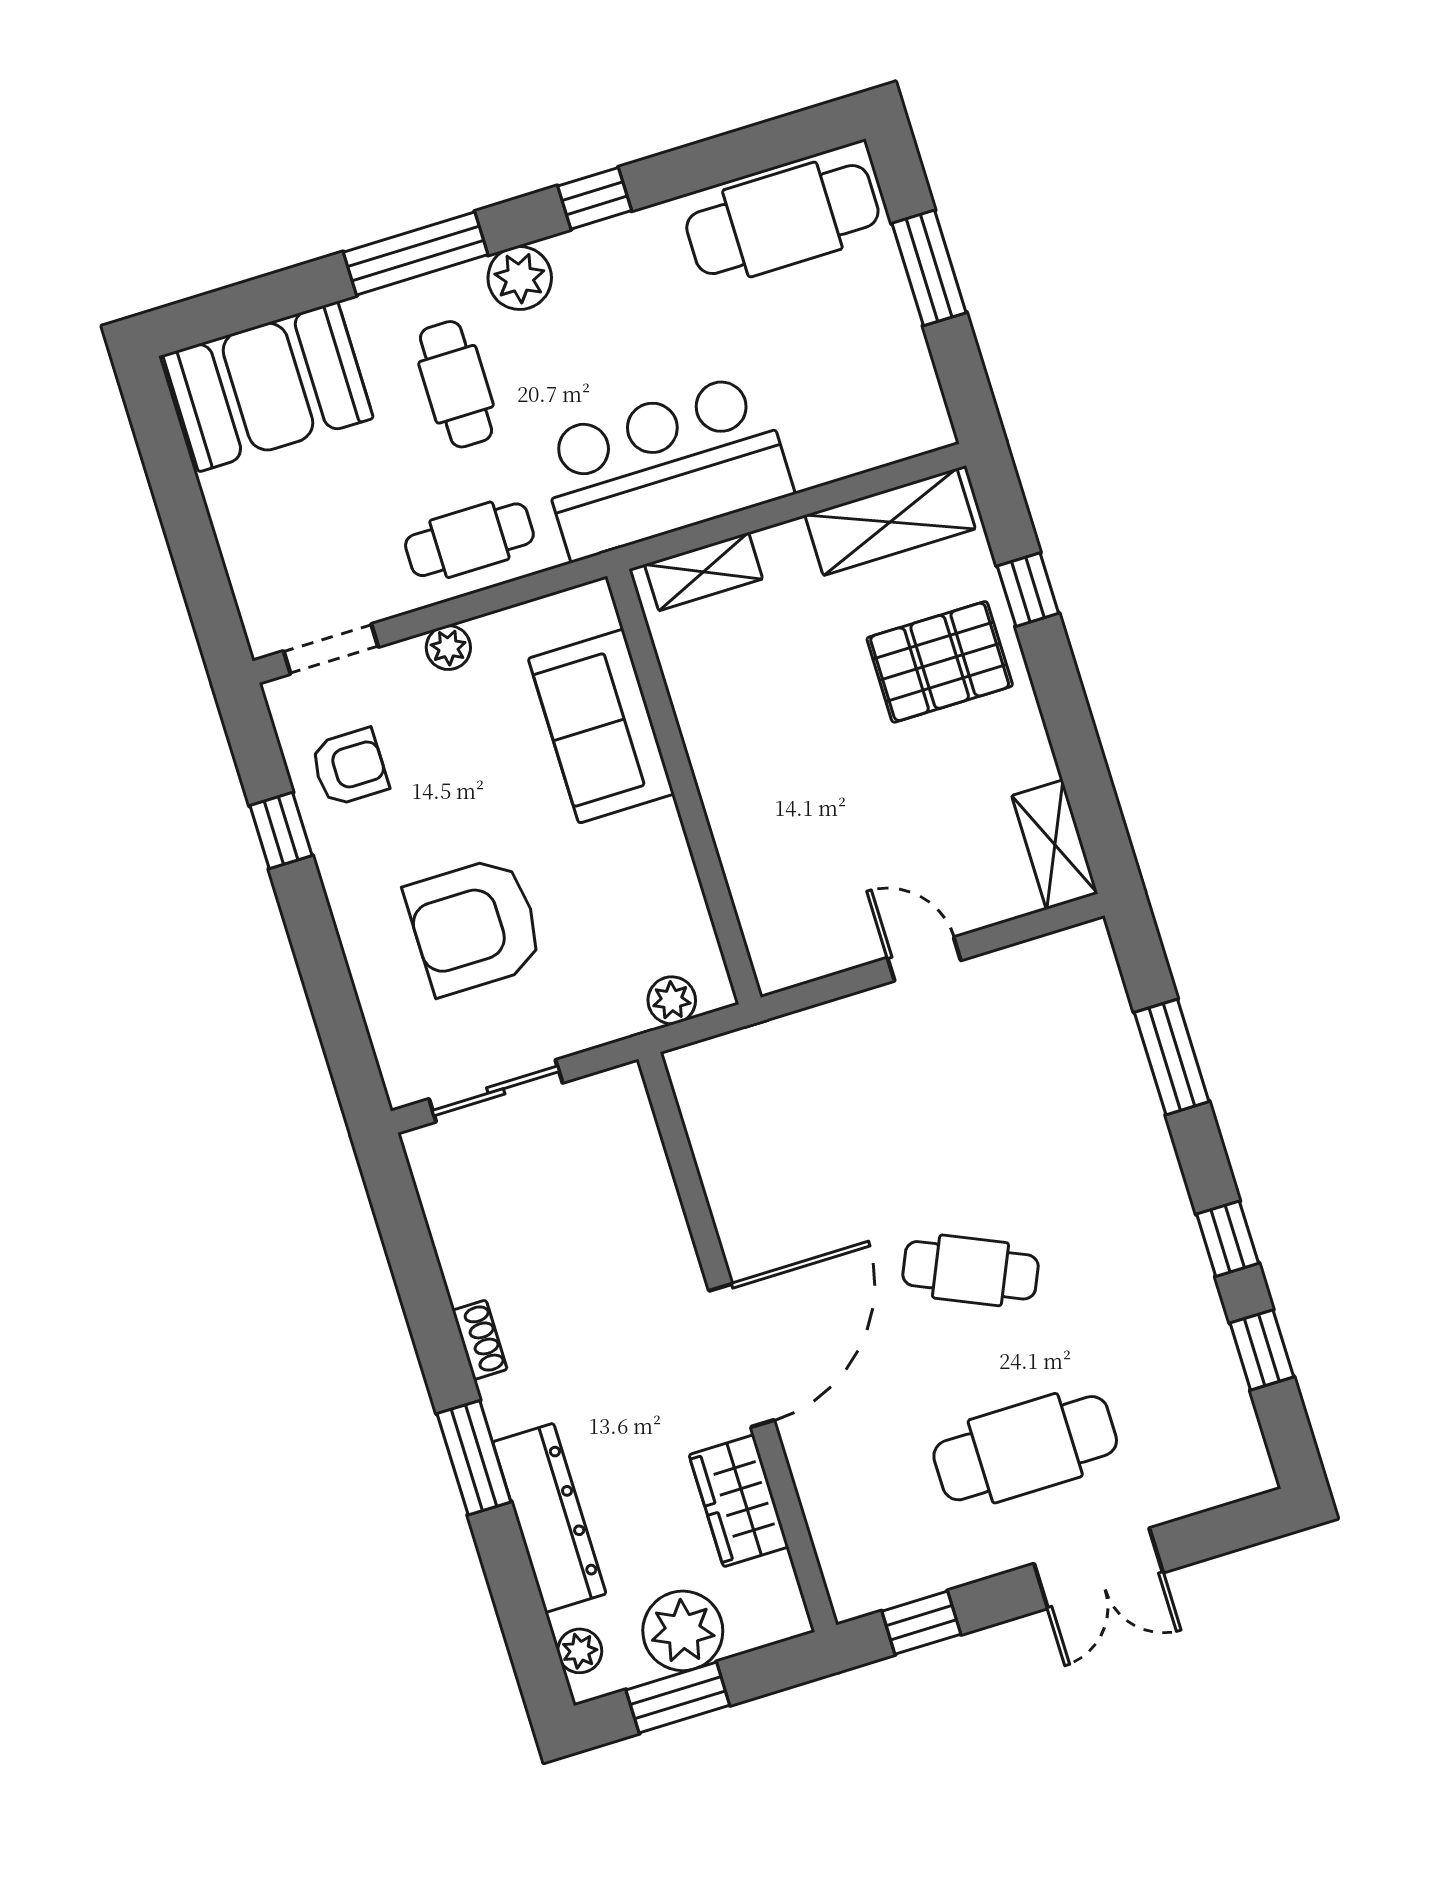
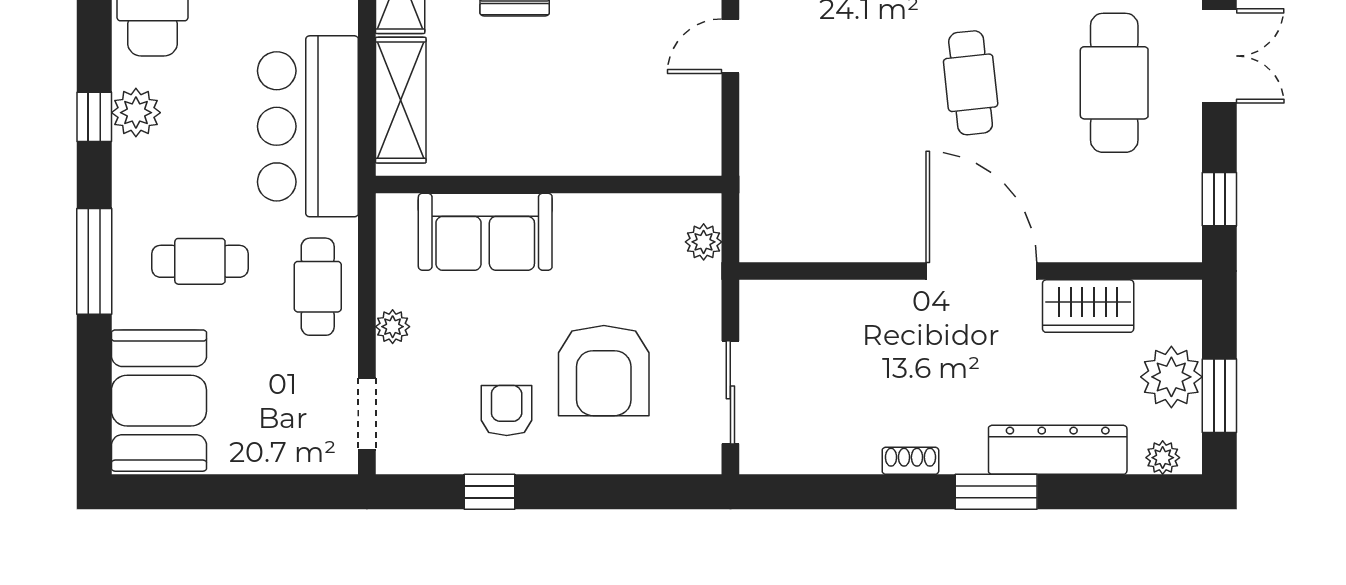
plant: (520, 278) -> (136, 113), moved
shelving: (704, 572) -> (401, 100), width x1.50, depth x1.33
armchair: (349, 767) -> (507, 410), moved
cafe table: (970, 1270) -> (971, 83), turned -30

